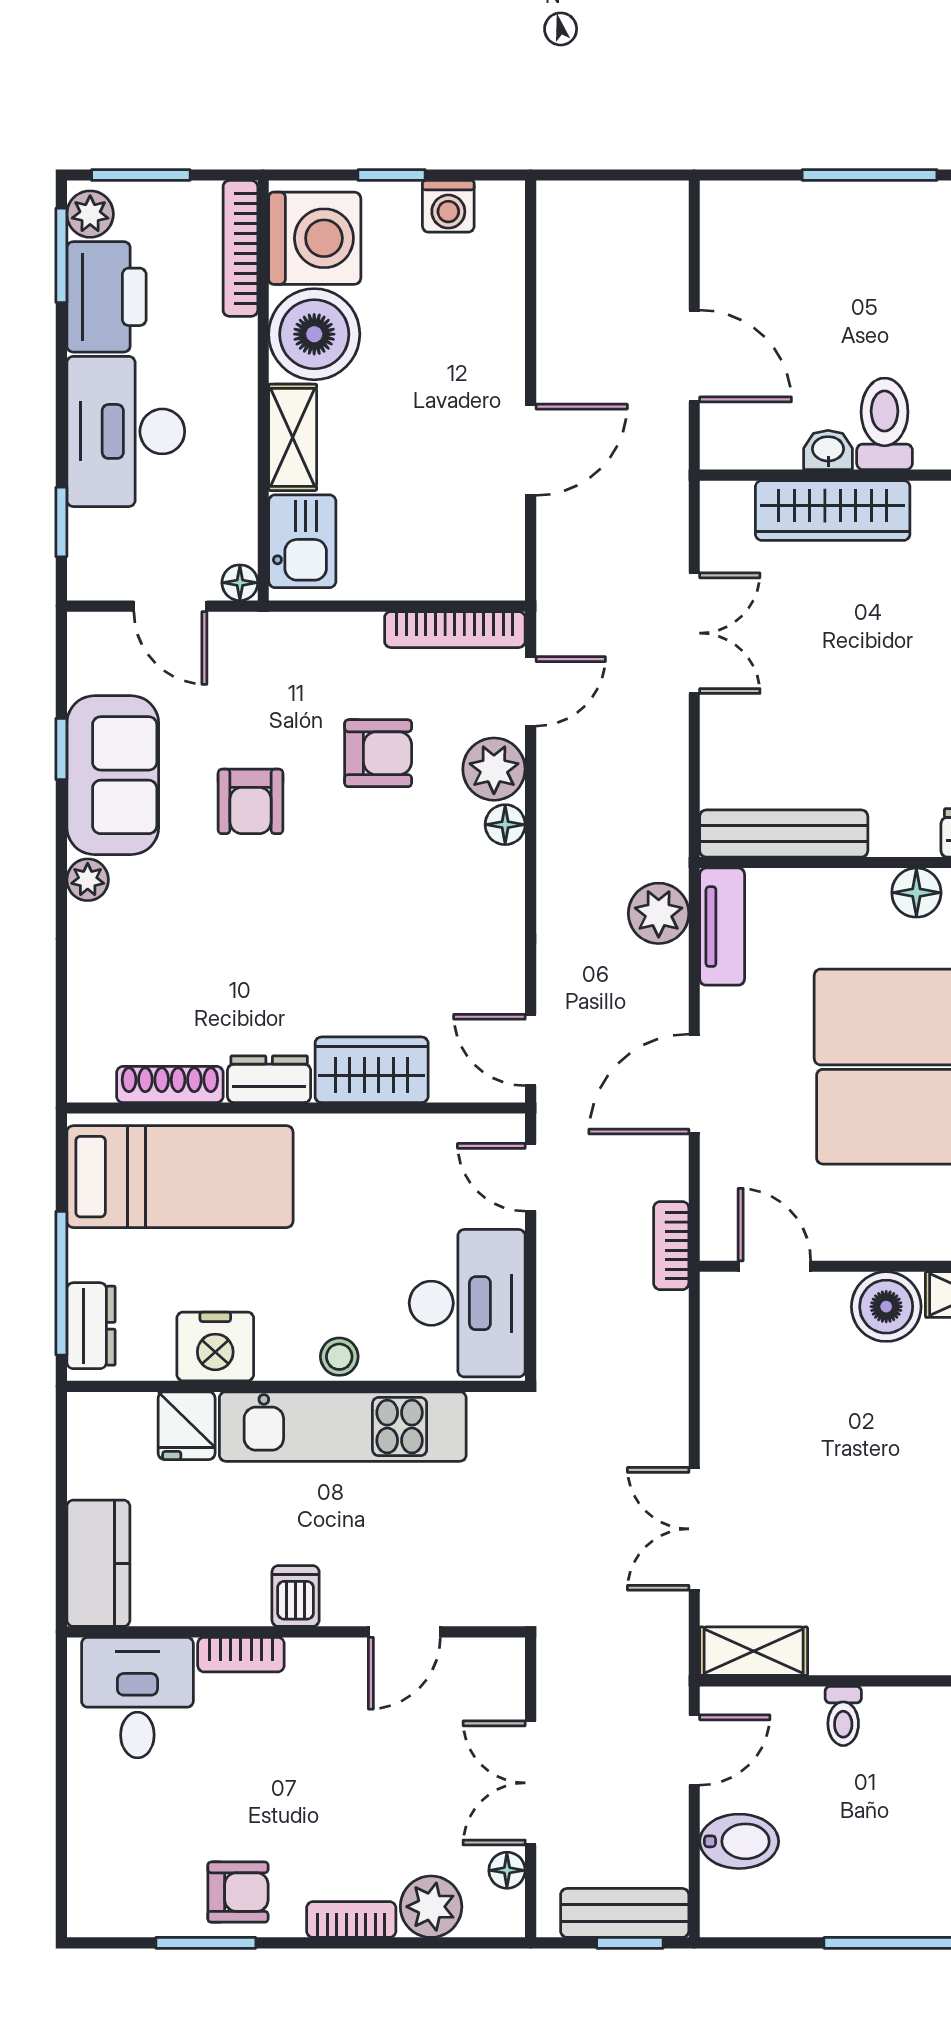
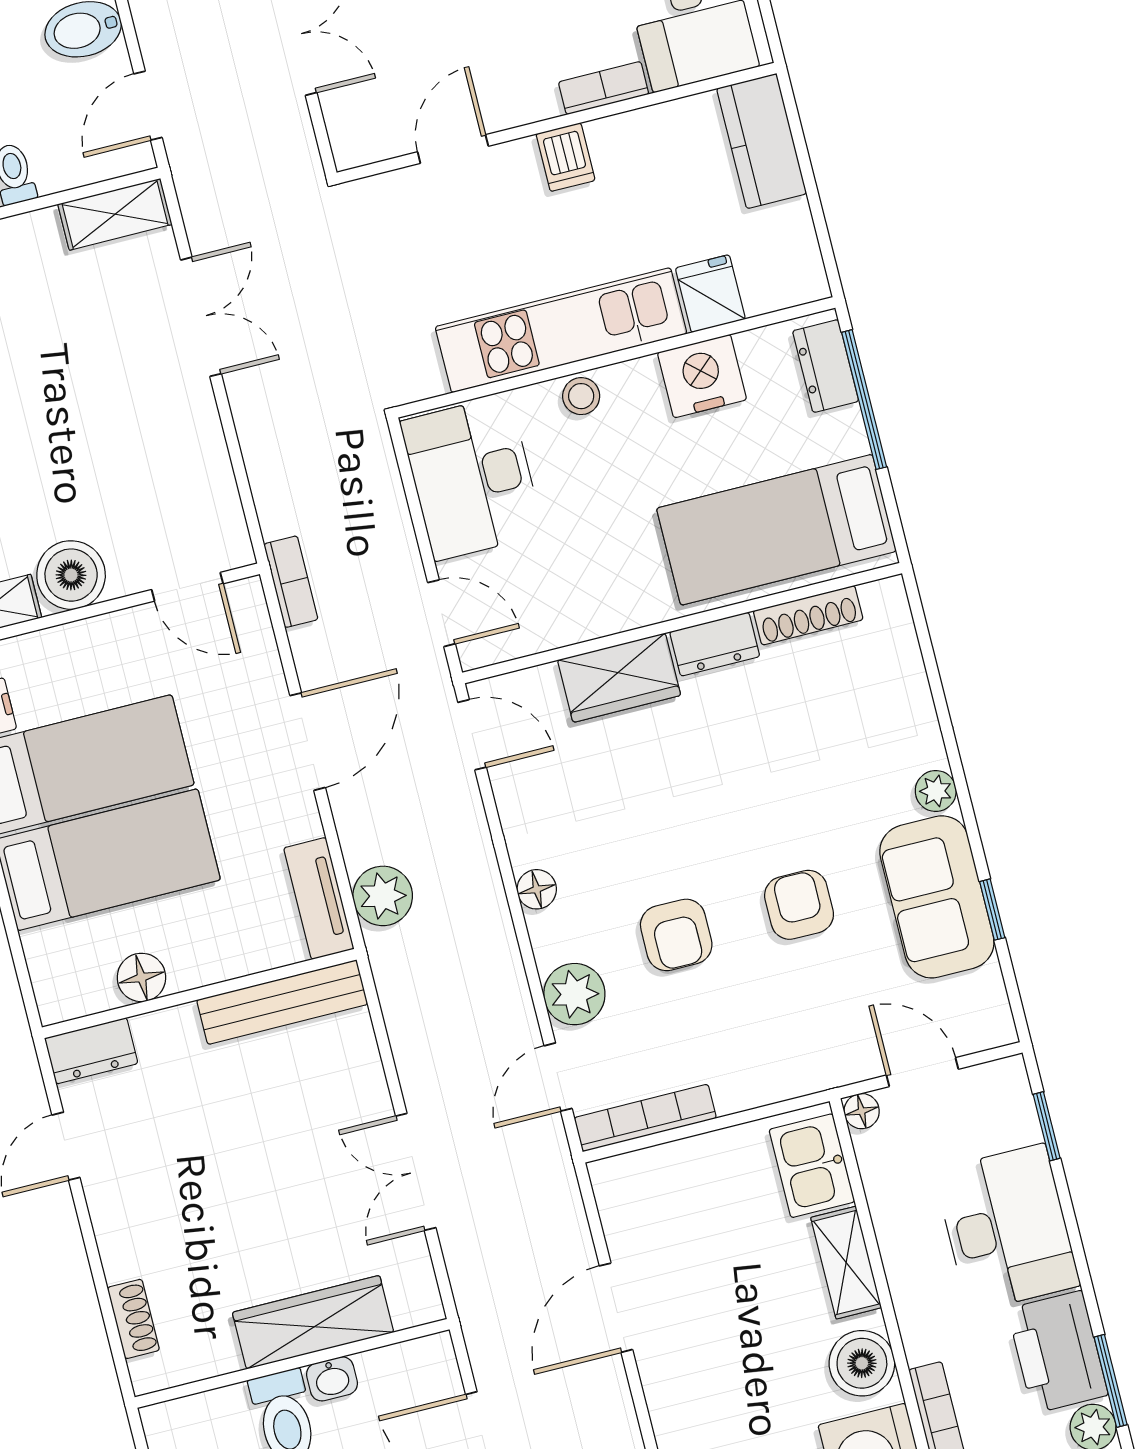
boiler: (314, 334) -> (862, 1363), width x0.73, depth x0.73
armchair: (378, 753) -> (676, 935), moved, turned -90
floor lamp: (505, 825) -> (537, 889), moved

